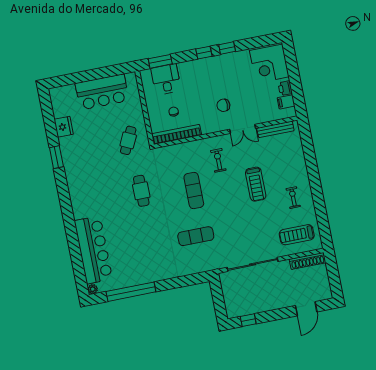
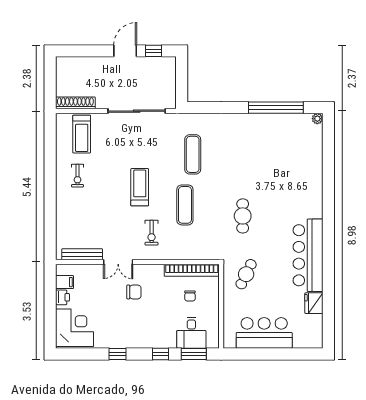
window: (204, 53) -> (161, 354), moved
double door: (243, 129) -> (118, 262), swing flipped
window: (56, 157) -> (328, 271), removed
treadmill: (256, 184) -> (140, 187), moved
treadmill: (297, 235) -> (82, 134), turned 90
exercise mat: (196, 236) -> (193, 154), turned 90
bar counter: (93, 250) -> (308, 255), moved
door: (306, 309) -> (125, 51), moved

